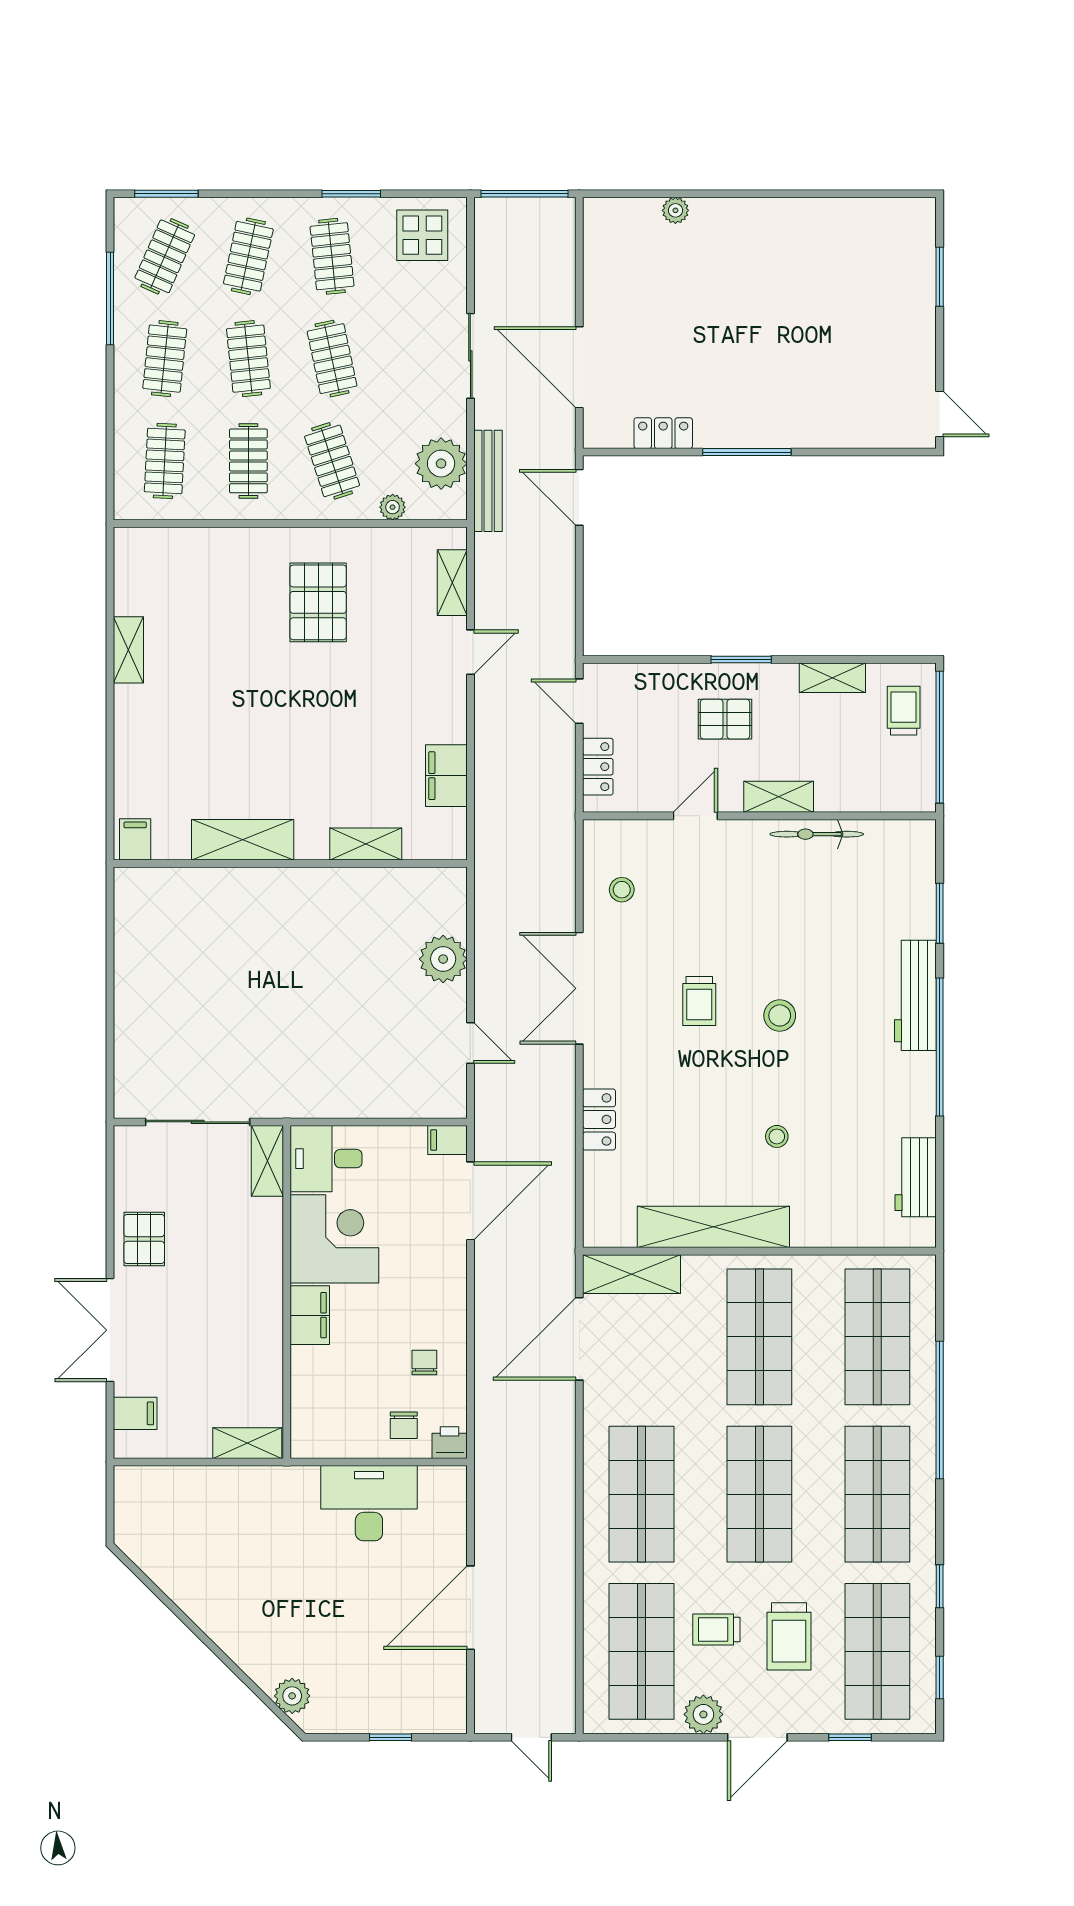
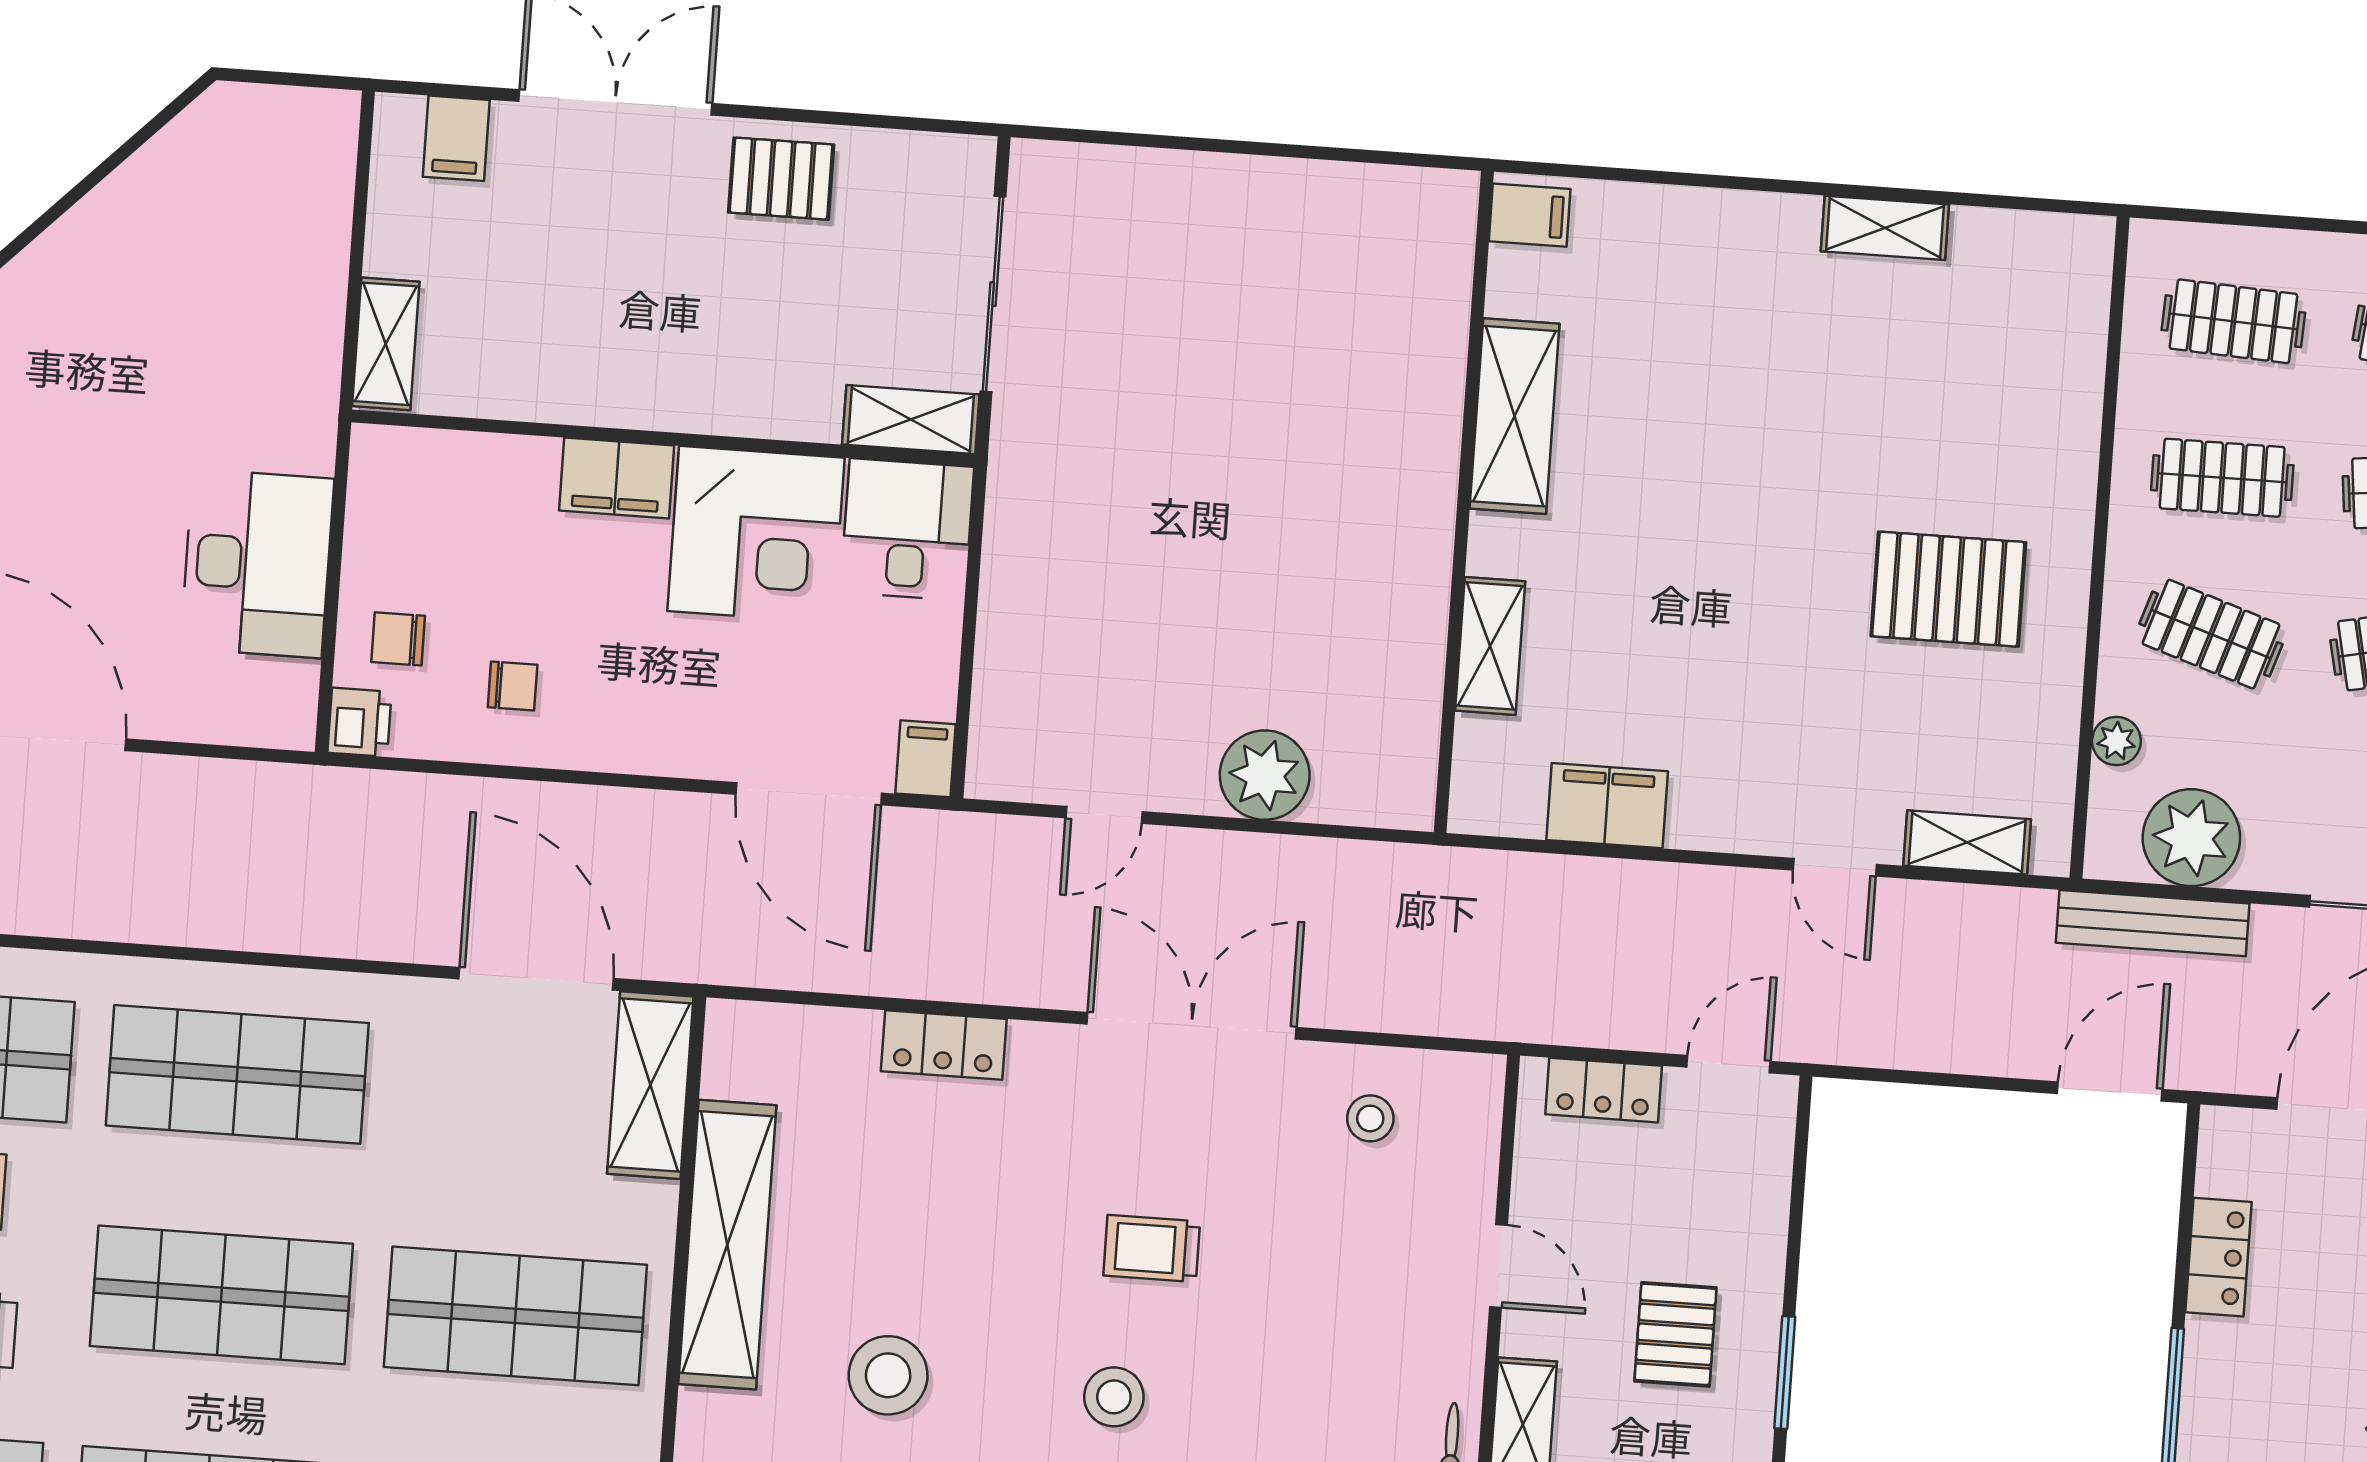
clothes rail: (332, 461) -> (2211, 634), turned 36
stool: (777, 1136) -> (888, 1375), width x1.89, depth x1.89

